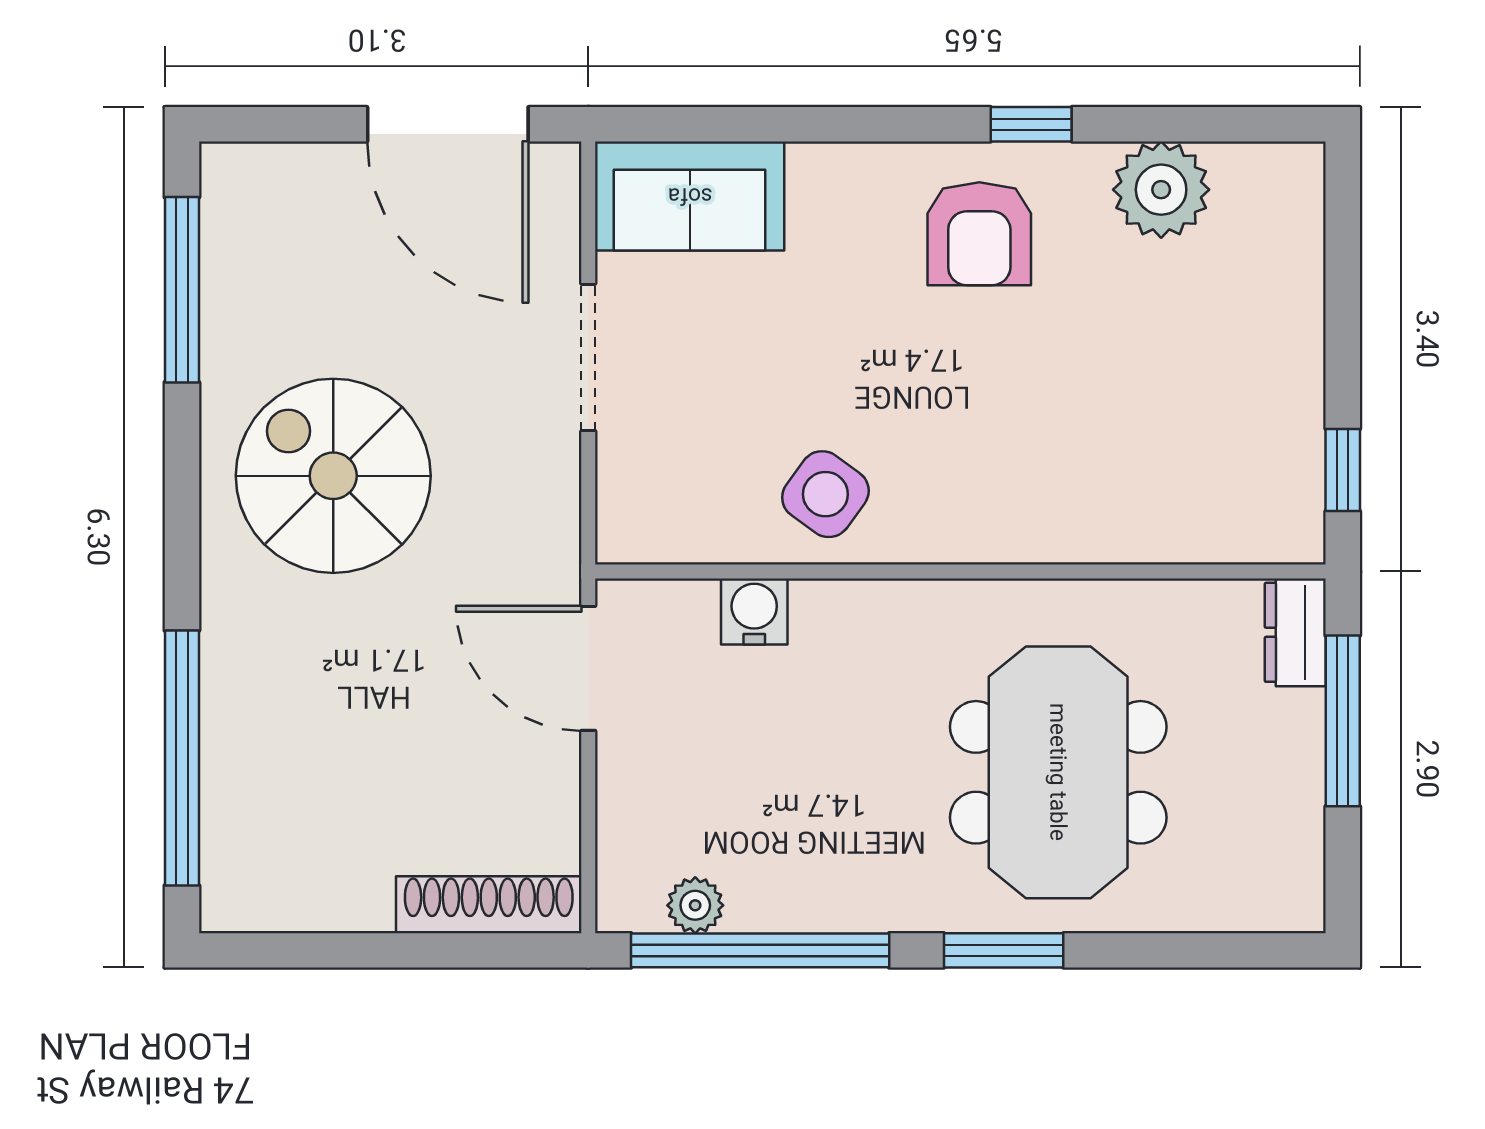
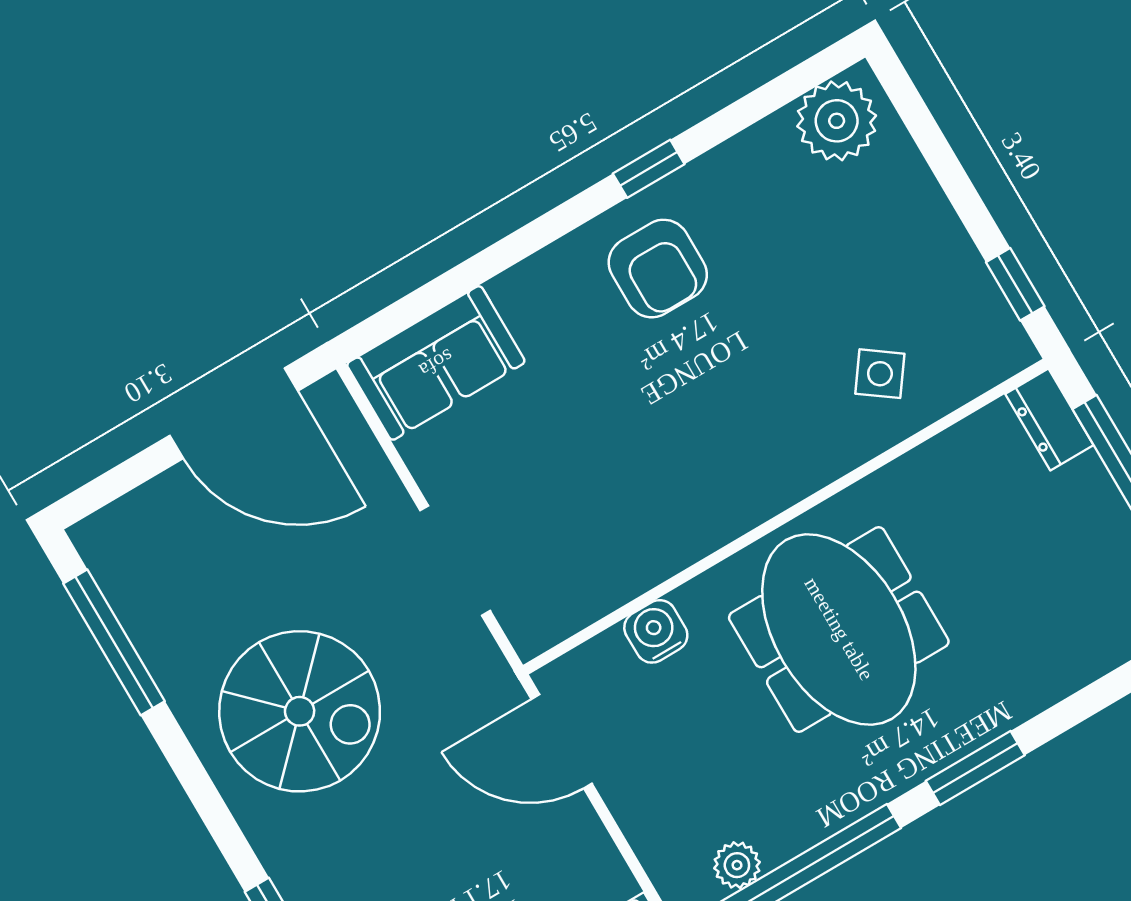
plant: (1161, 190) -> (837, 121), moved
doorway: (588, 357) -> (455, 561), moved
spiral stairs: (333, 476) -> (300, 711), turned 180
side table: (825, 494) -> (880, 374), moved, width x0.73, depth x0.73
meeting table: (1058, 772) -> (839, 629), moved

